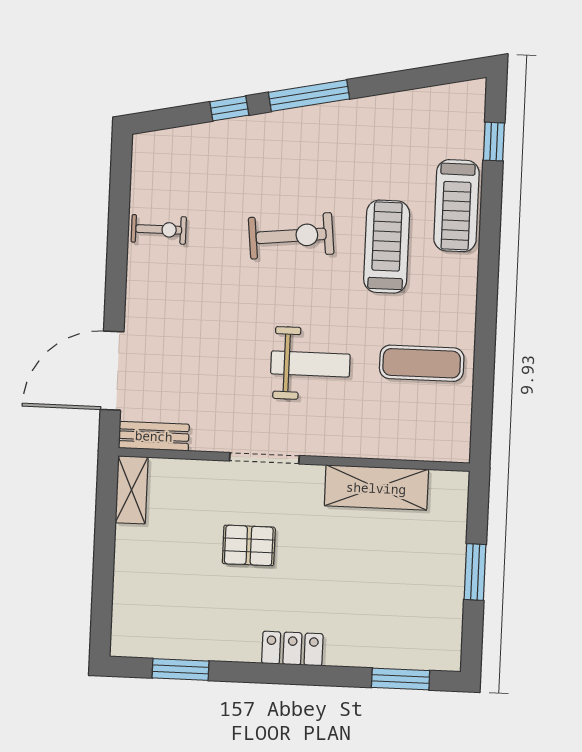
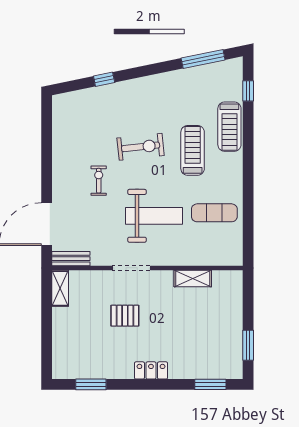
window: (309, 96) -> (203, 59), moved
exercise bike: (159, 229) -> (99, 181), moved, turned -90
weight bench: (310, 364) -> (154, 216), width x1.36, depth x1.33
shelving: (376, 488) -> (193, 278), width x0.67, depth x0.75
window: (475, 572) -> (248, 345), moved

